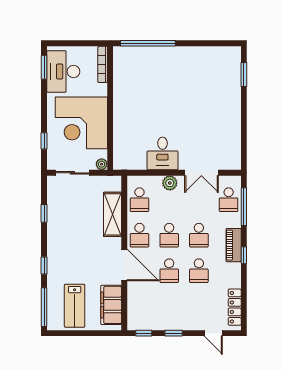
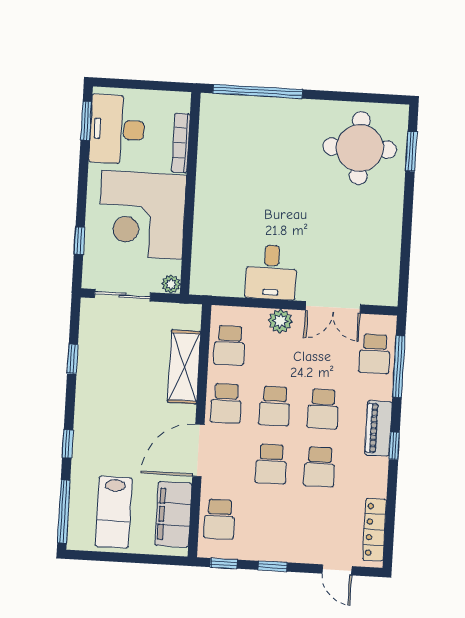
bookcase: (103, 64) -> (181, 143), moved
round table: (212, 74) -> (360, 148), added
door: (124, 265) -> (198, 450), swing flipped
school desk: (139, 306) -> (219, 519), added

